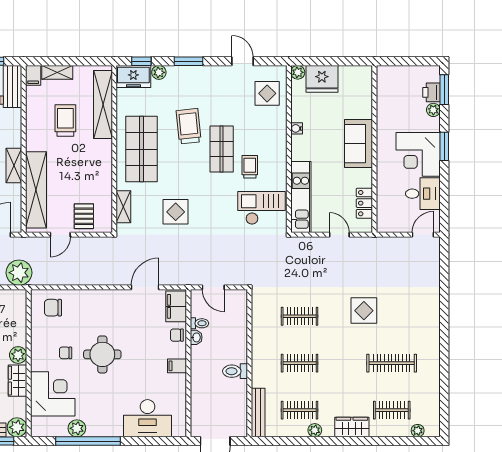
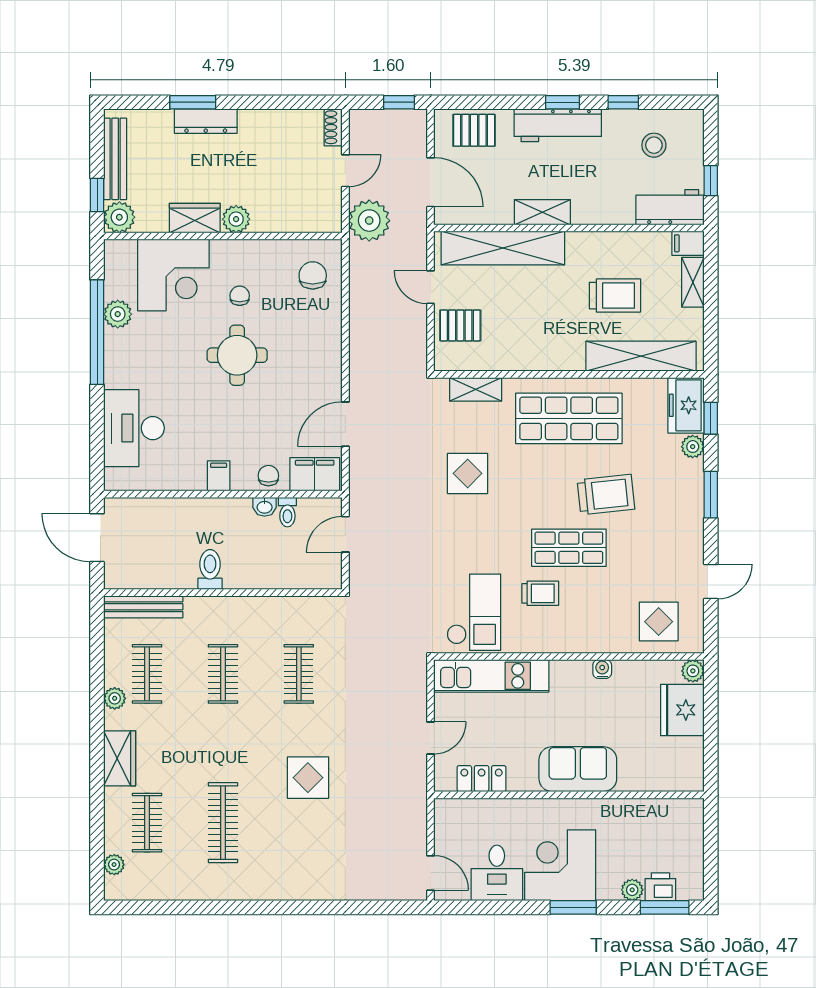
door: (145, 287) -> (345, 424), swing flipped

